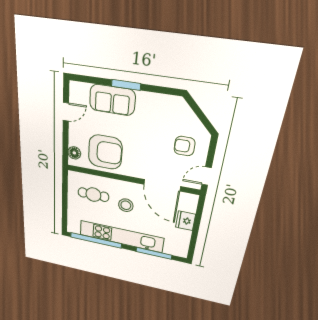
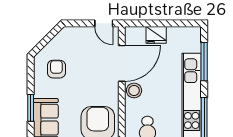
armchair: (185, 146) -> (56, 69), moved, turned 180
stool: (126, 205) -> (134, 90), moved

